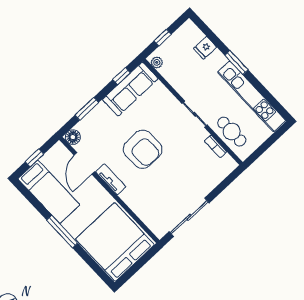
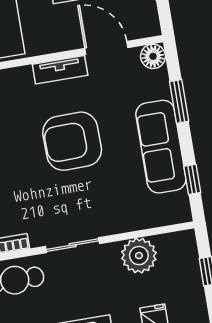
plant: (157, 62) -> (139, 256), moved, width x1.87, depth x1.87
sofa: (130, 89) -> (161, 147), moved

